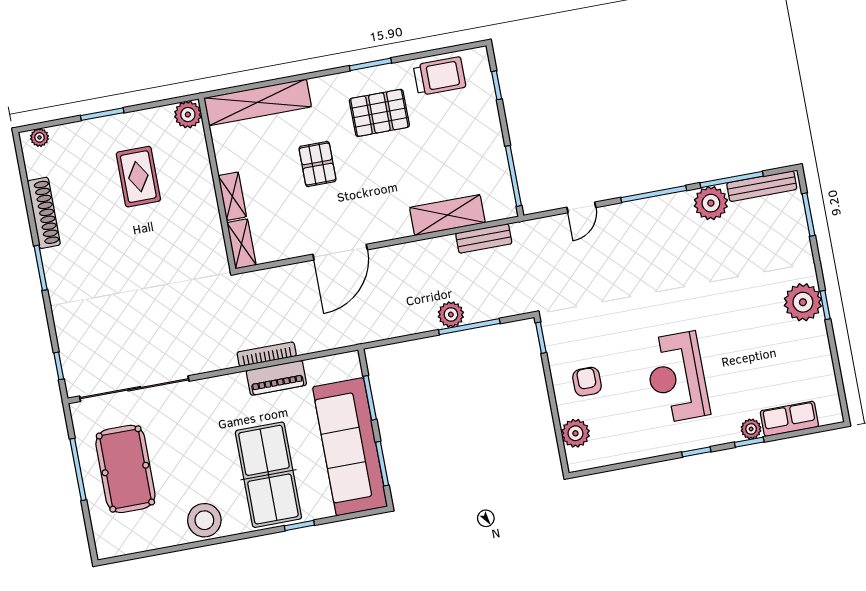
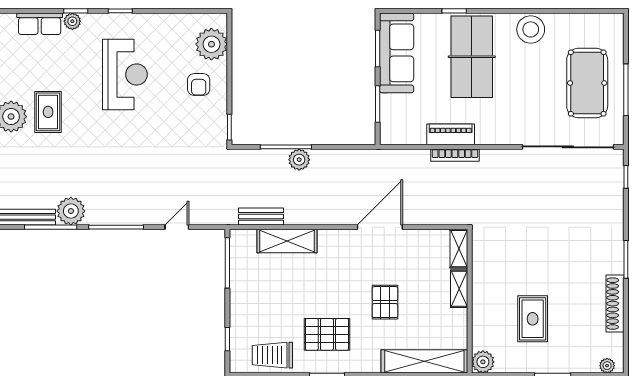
rug: (760, 316) -> (48, 112), added
plant: (575, 433) -> (211, 44), width x1.36, depth x1.36
sofa: (350, 447) -> (397, 53), width x0.74, depth x0.79

